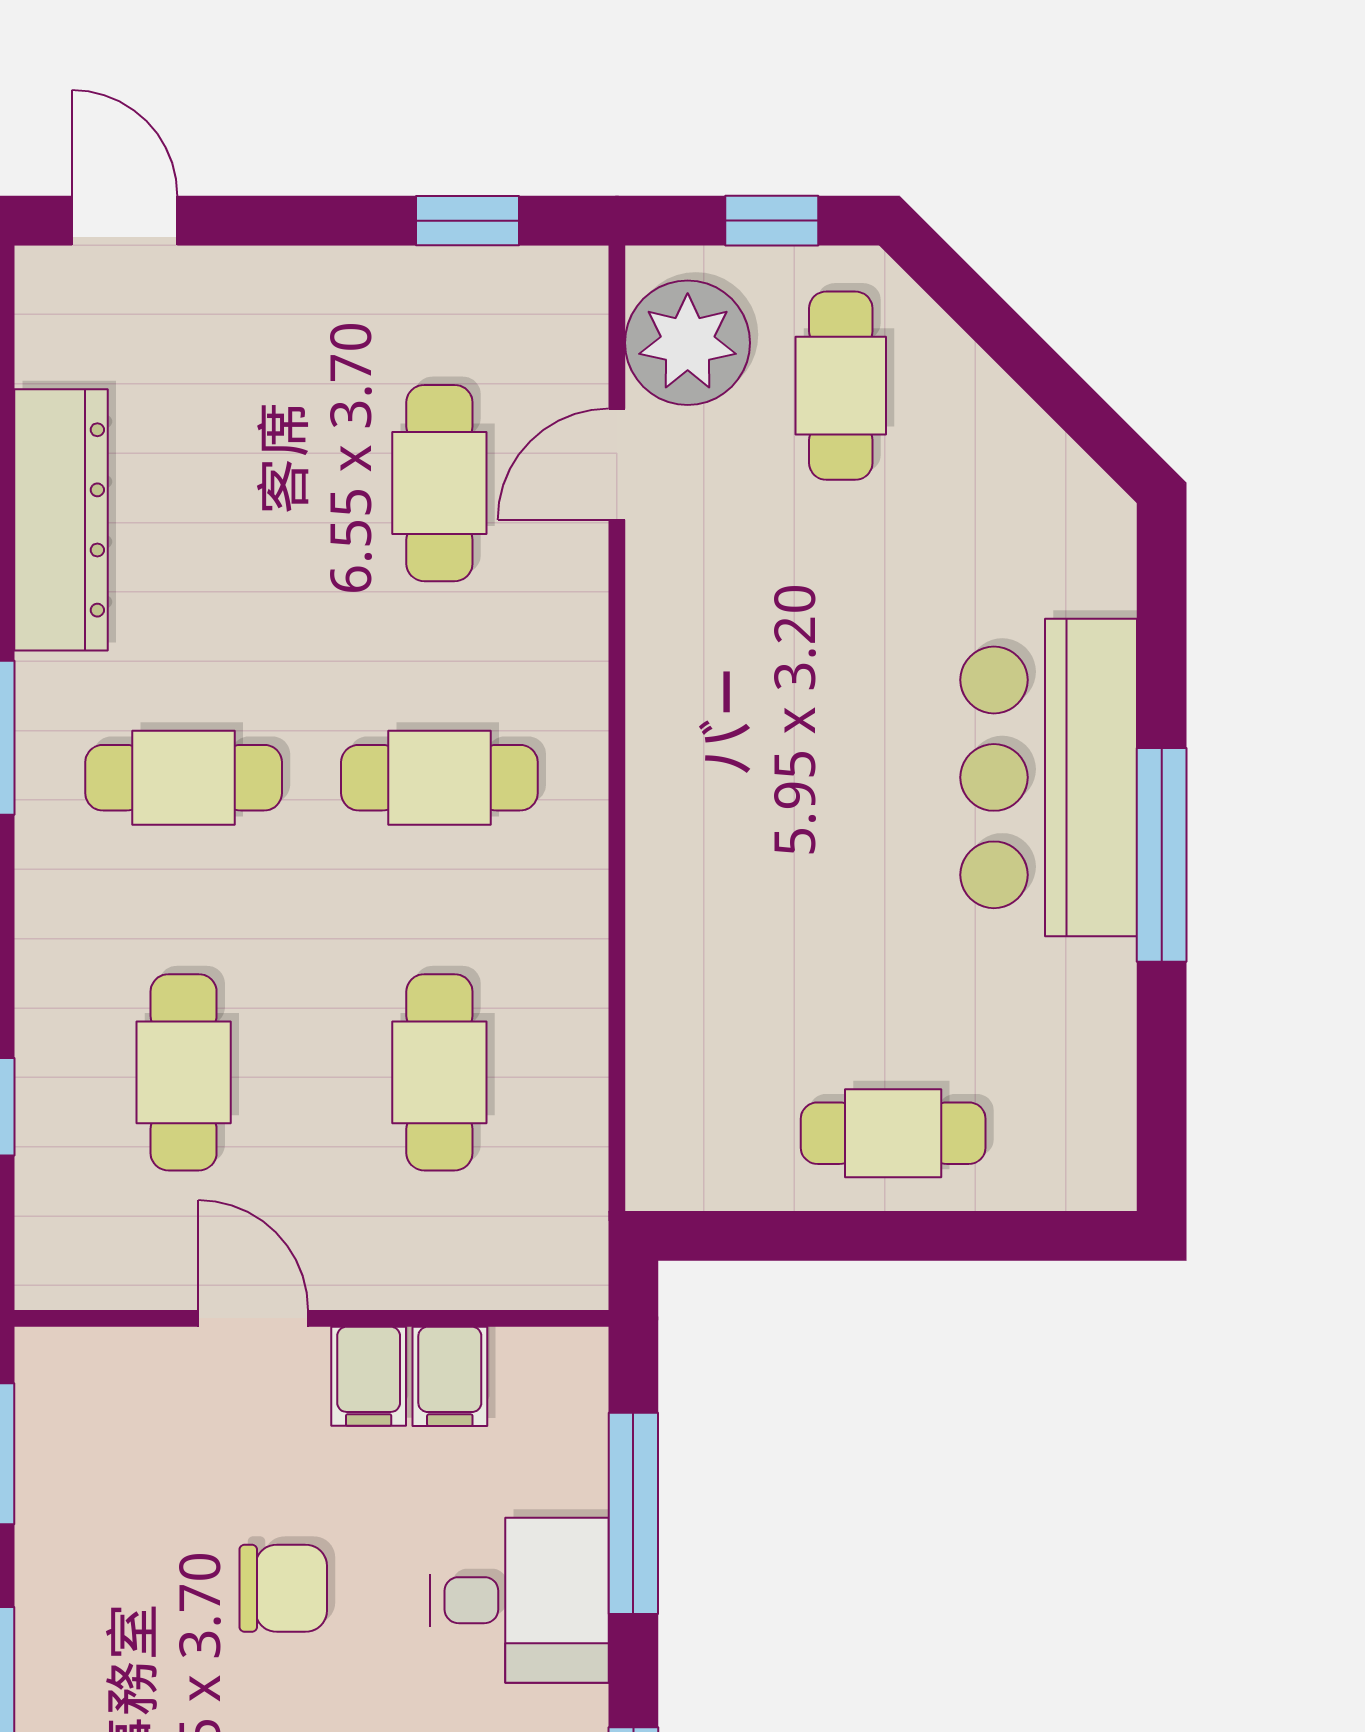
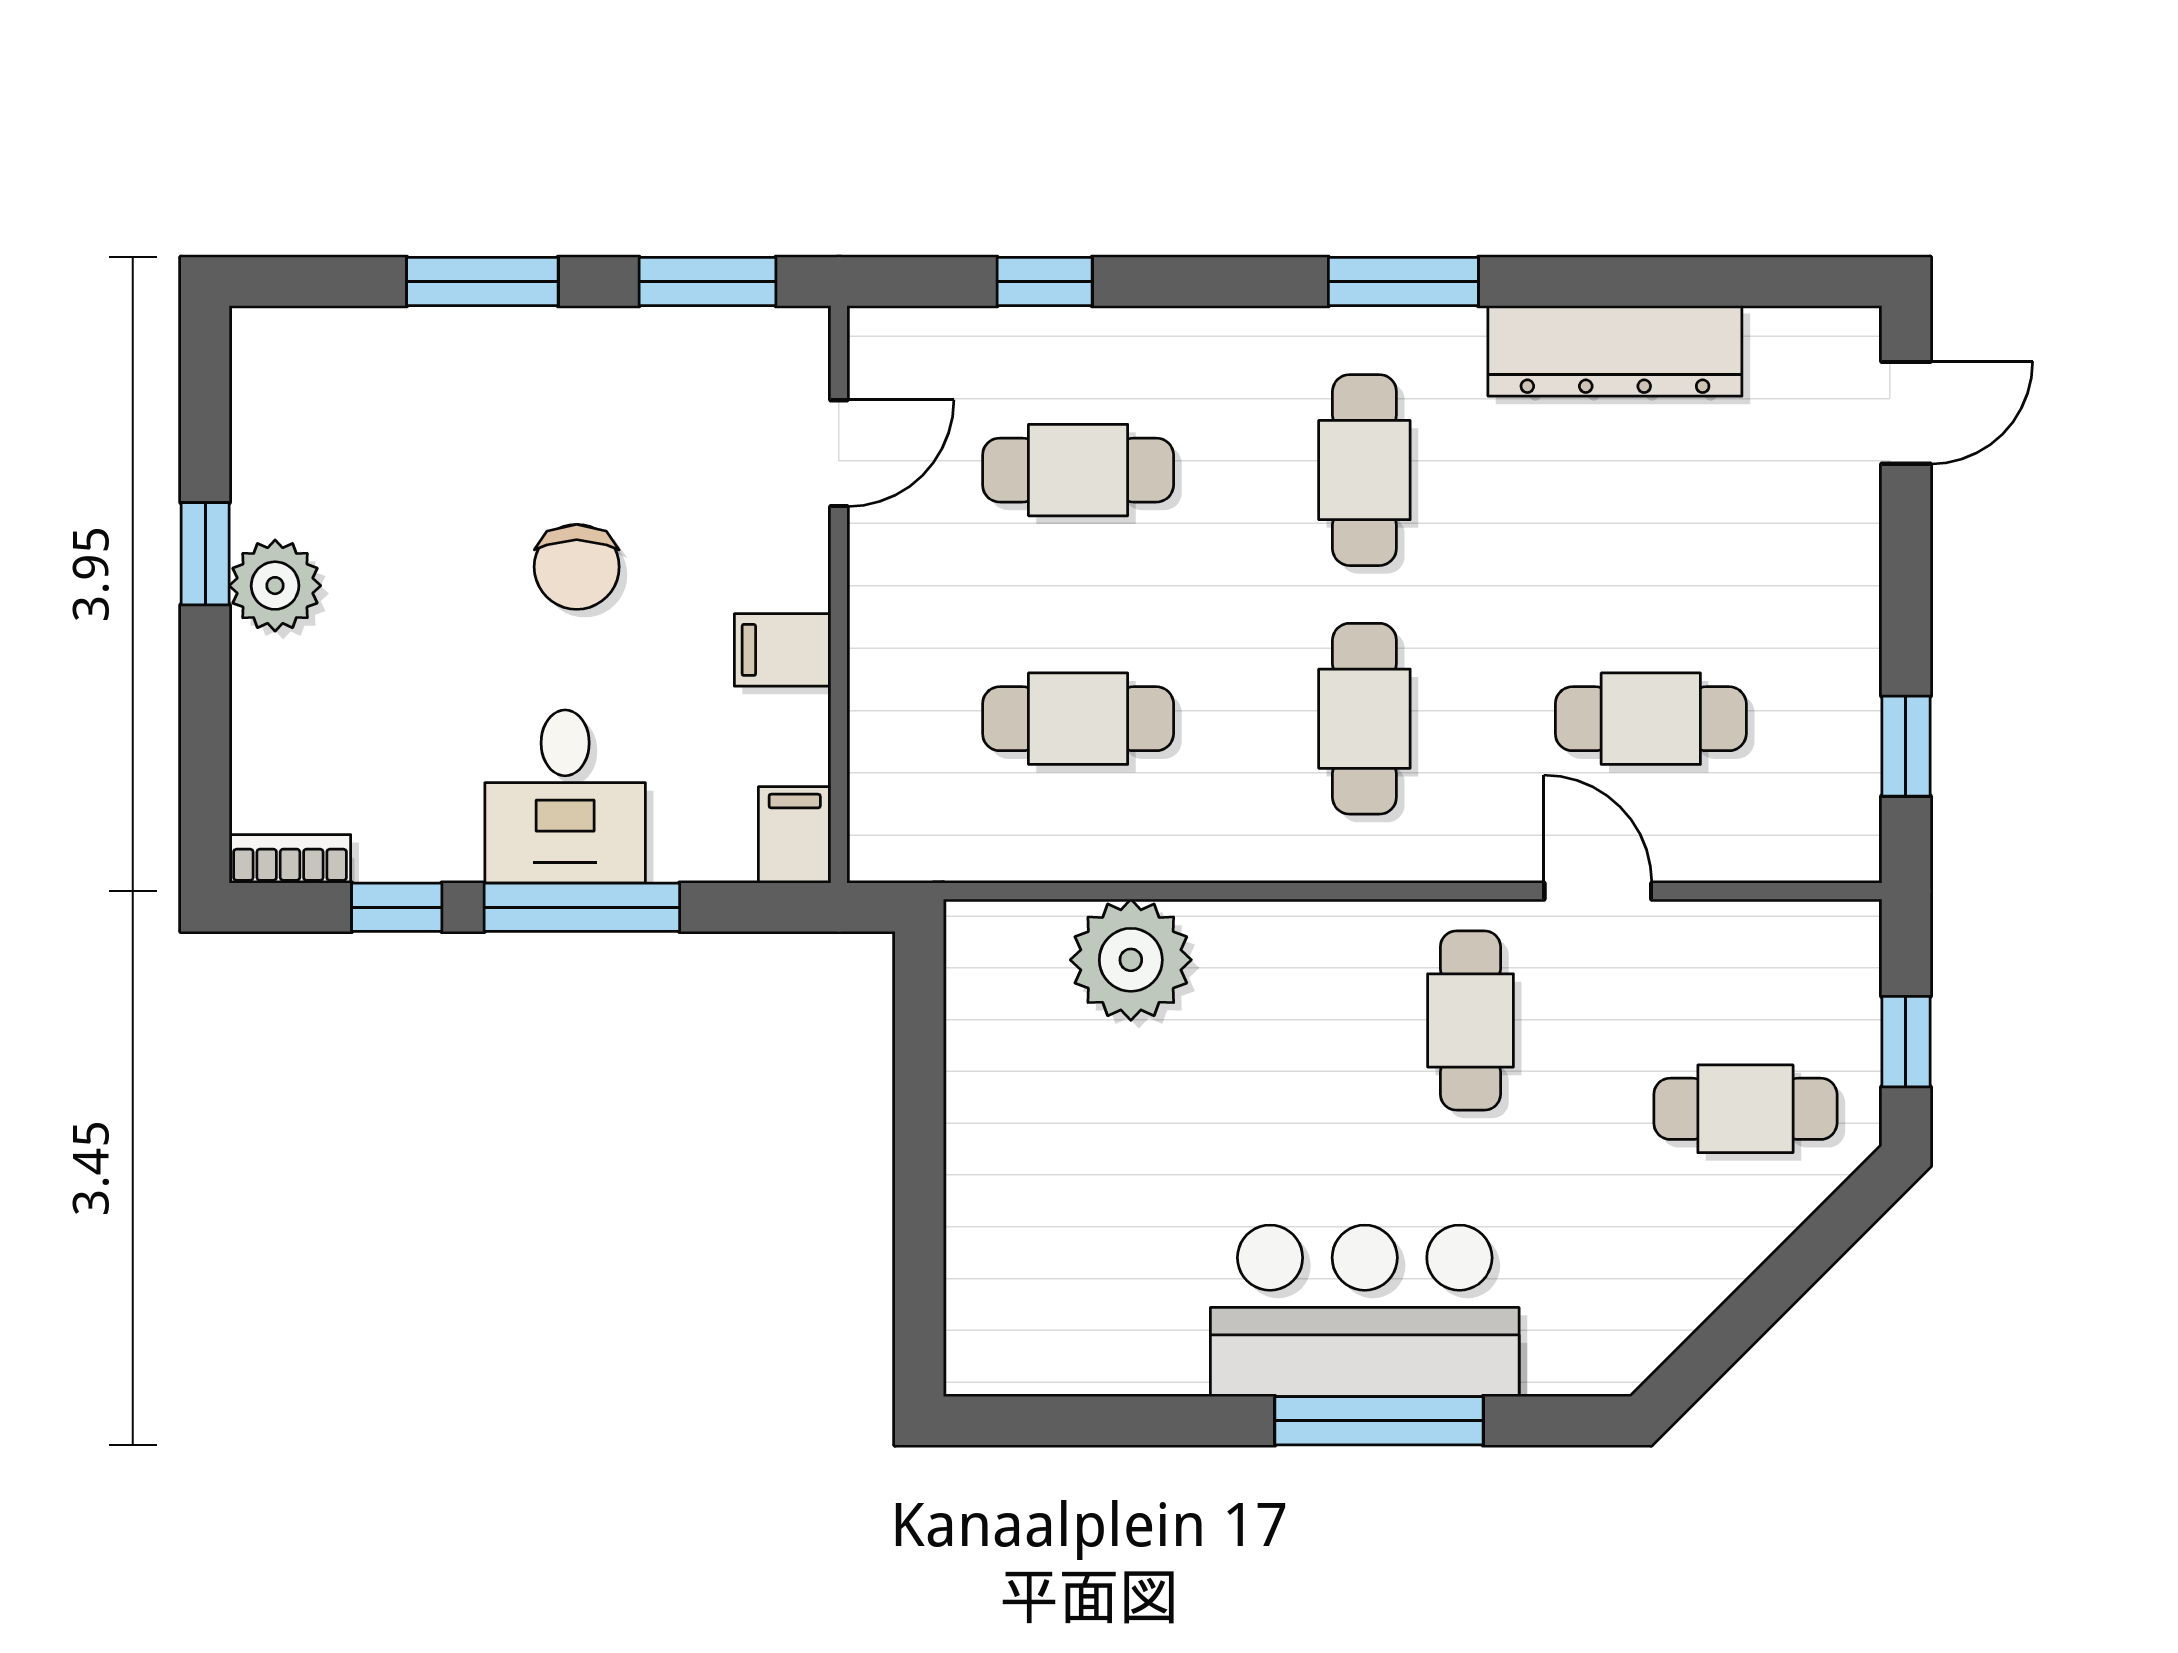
plant: (688, 343) -> (1131, 960), moved
door: (617, 464) -> (1598, 891), moved
window: (1162, 855) -> (1379, 1421), moved
cafe table: (893, 1133) -> (1470, 1020), moved
door: (253, 1318) -> (839, 453), moved
filing cabinet: (450, 1376) -> (795, 835), moved, turned 90
window: (633, 1513) -> (582, 907), moved

